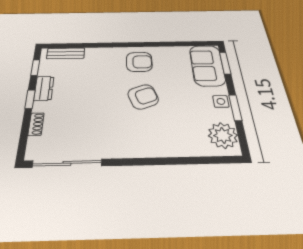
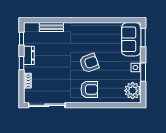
bench: (66, 53) -> (51, 27), moved
armchair: (139, 62) -> (89, 89), moved

